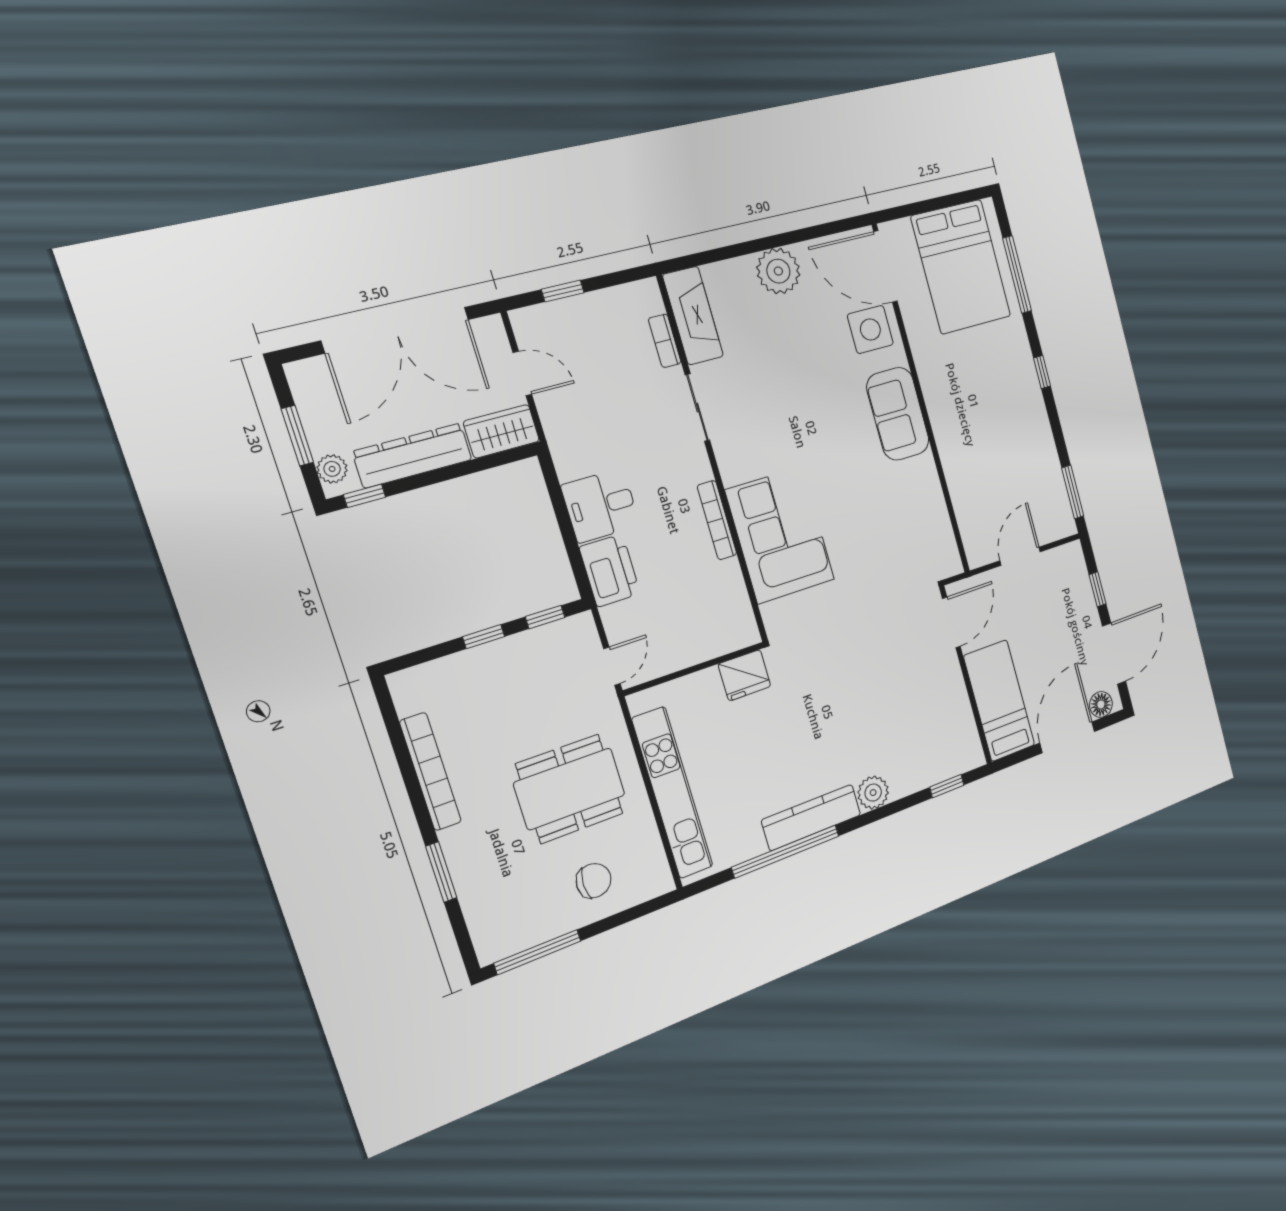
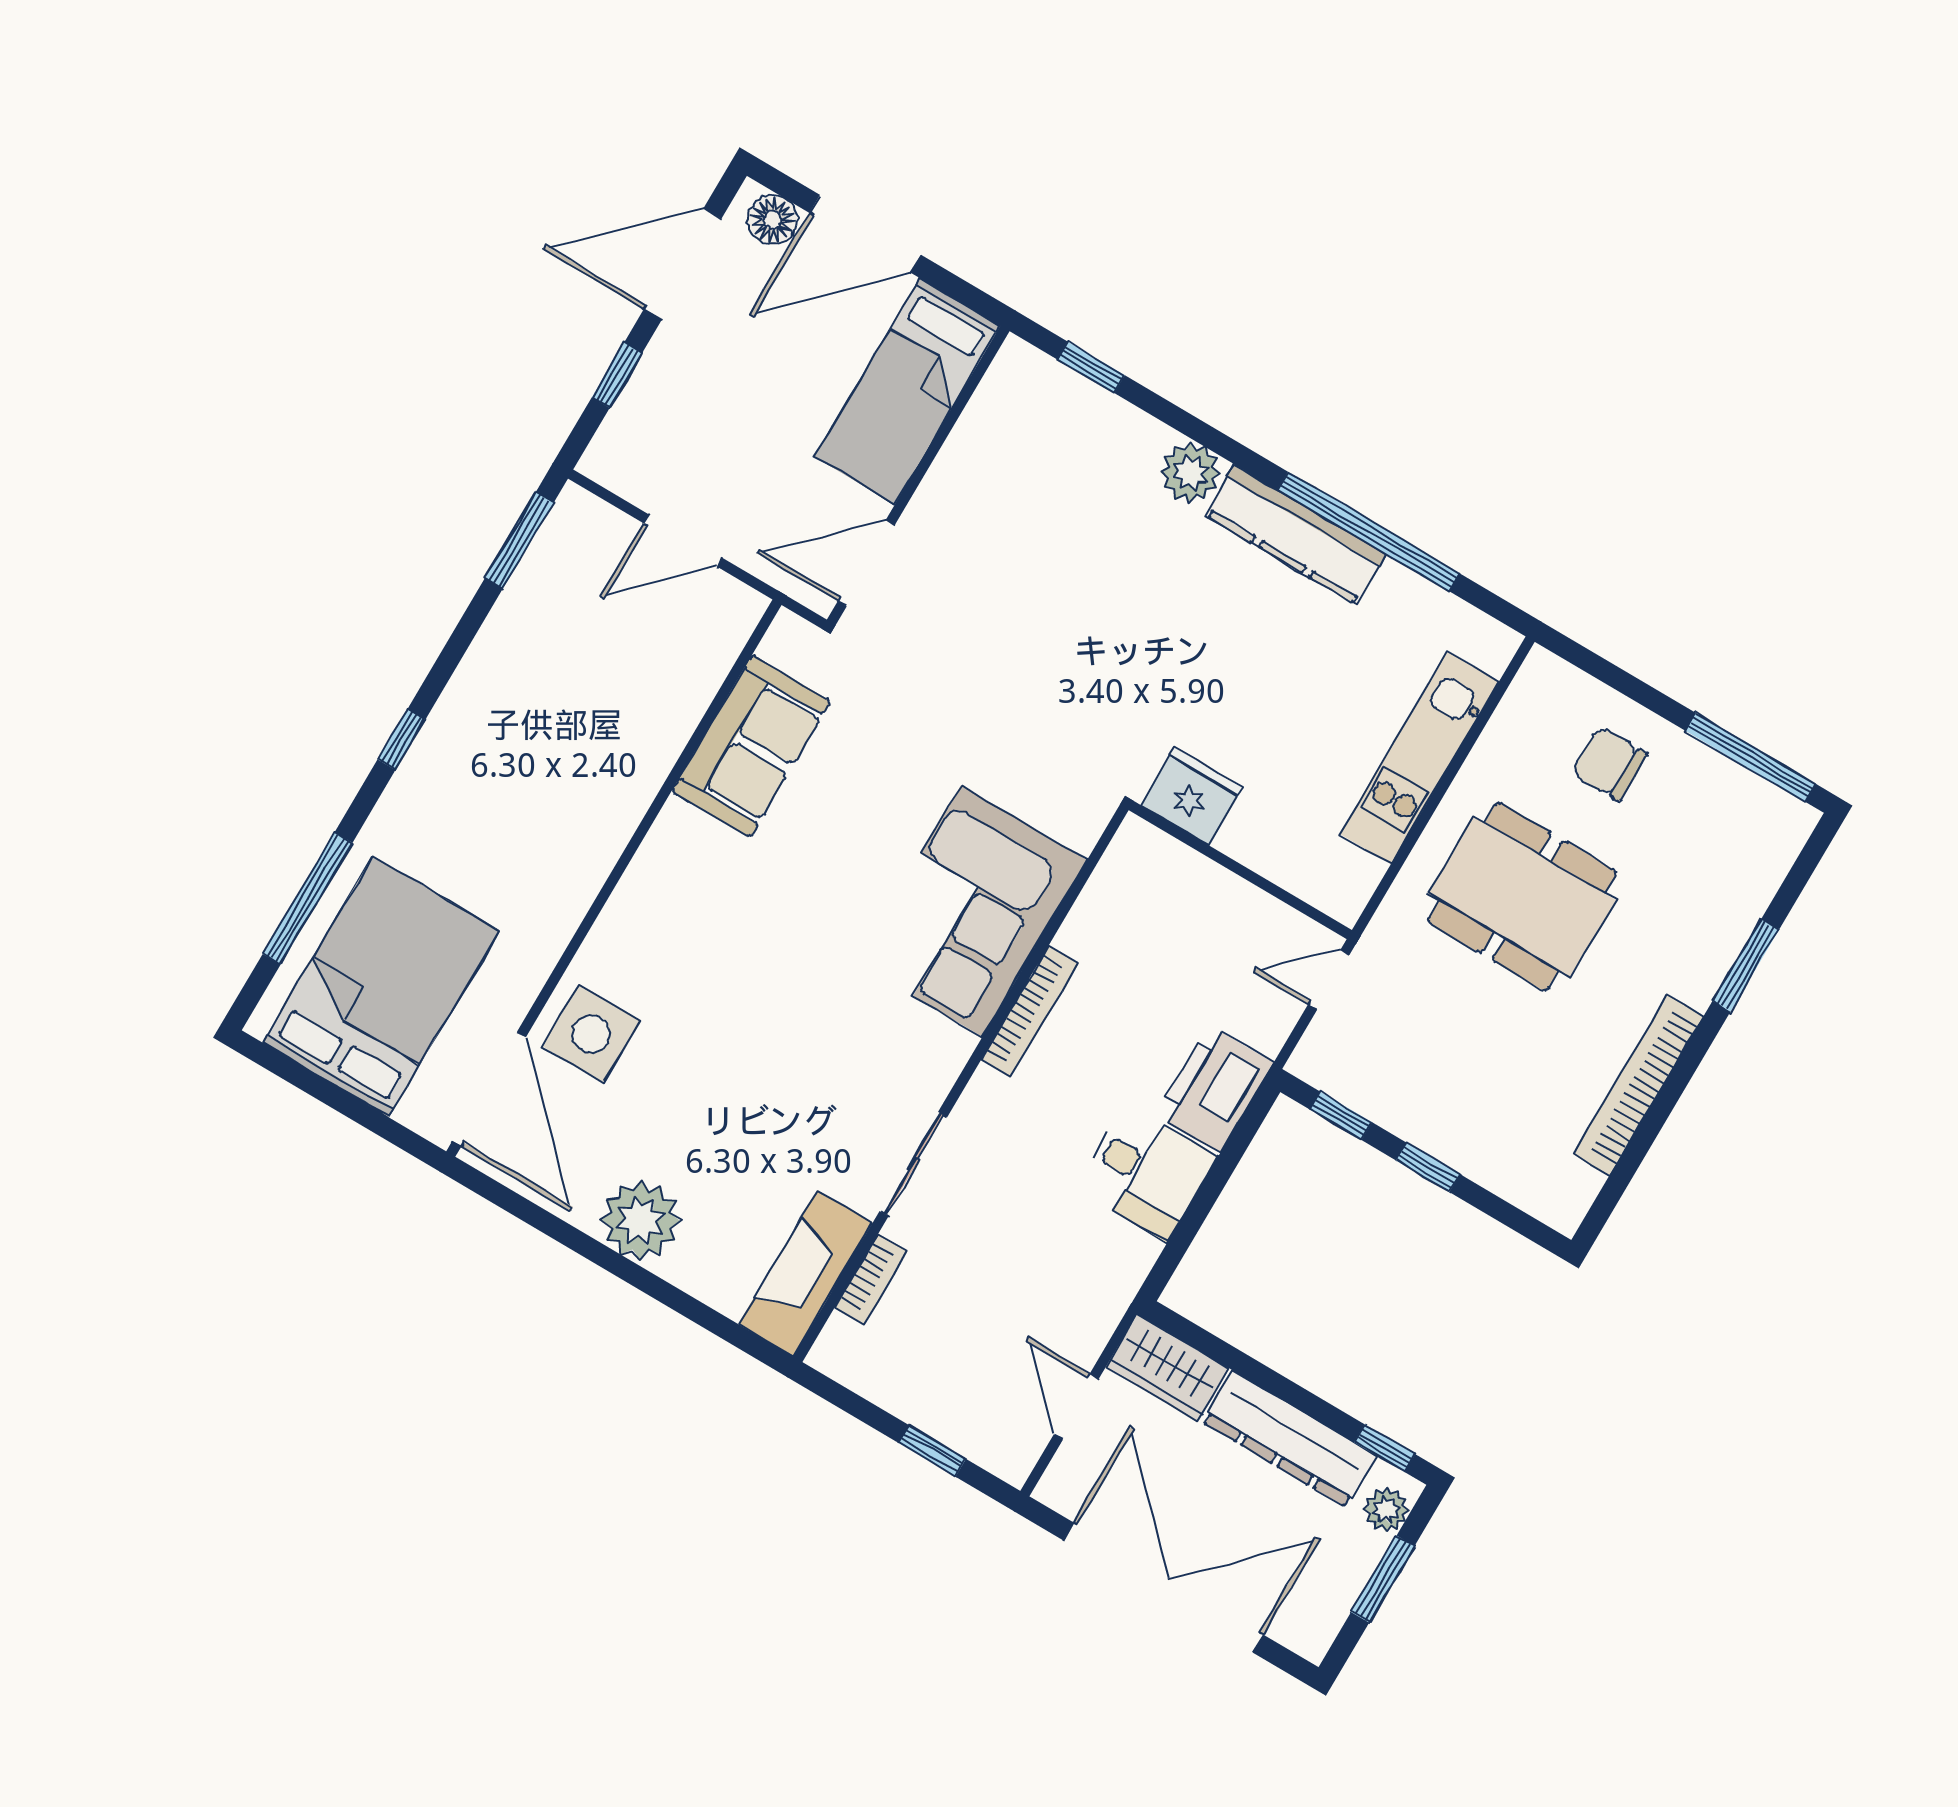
sofa: (898, 414) -> (751, 746), moved
kitchen unit: (672, 793) -> (1419, 758), width x0.73

